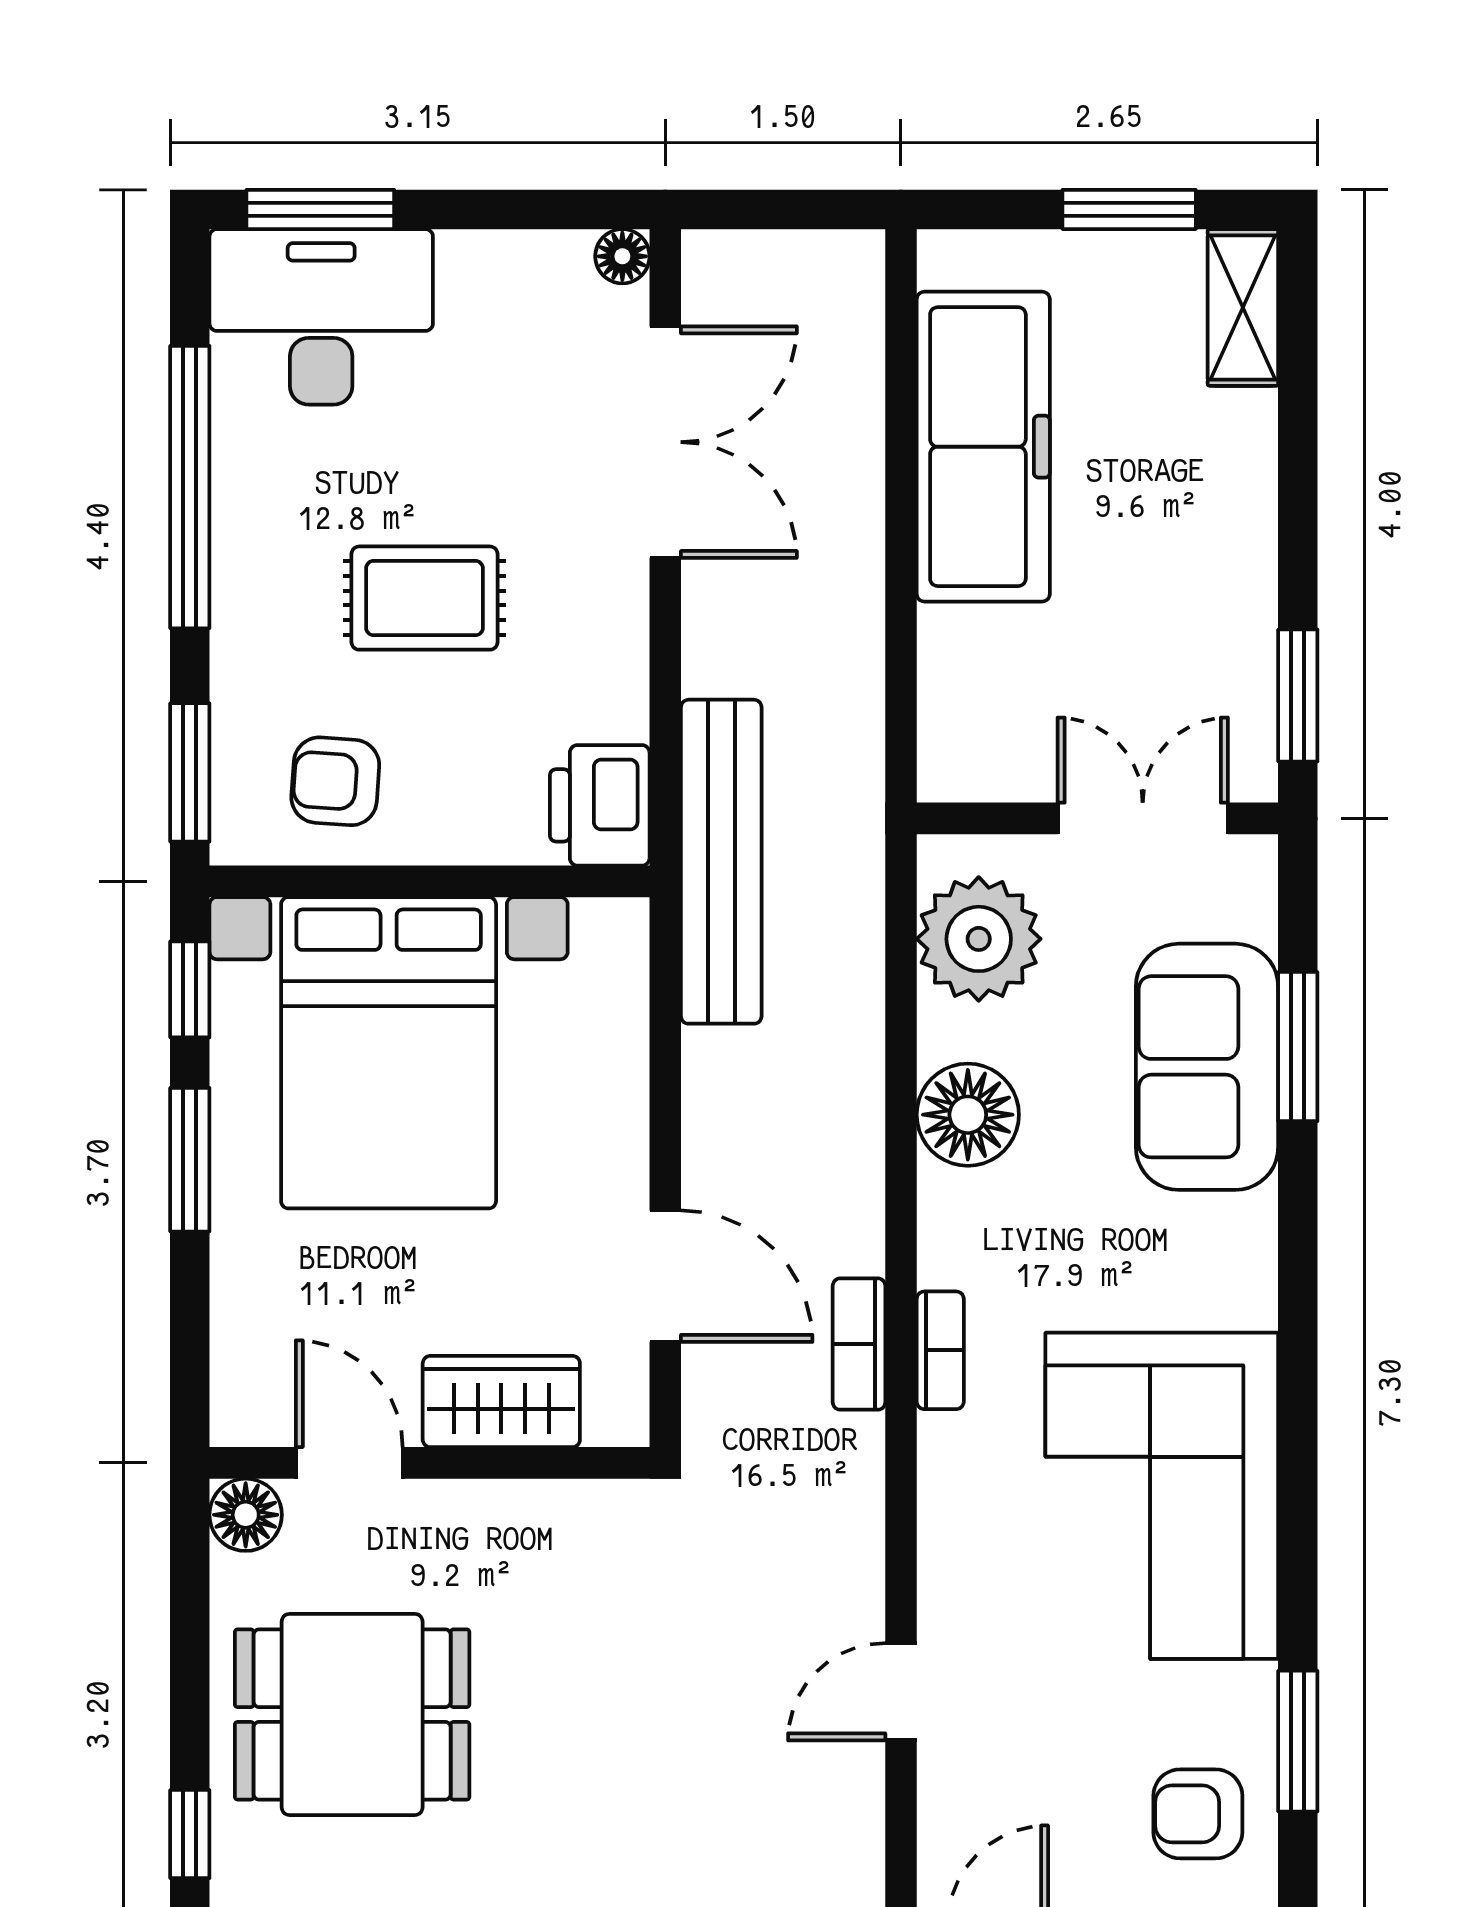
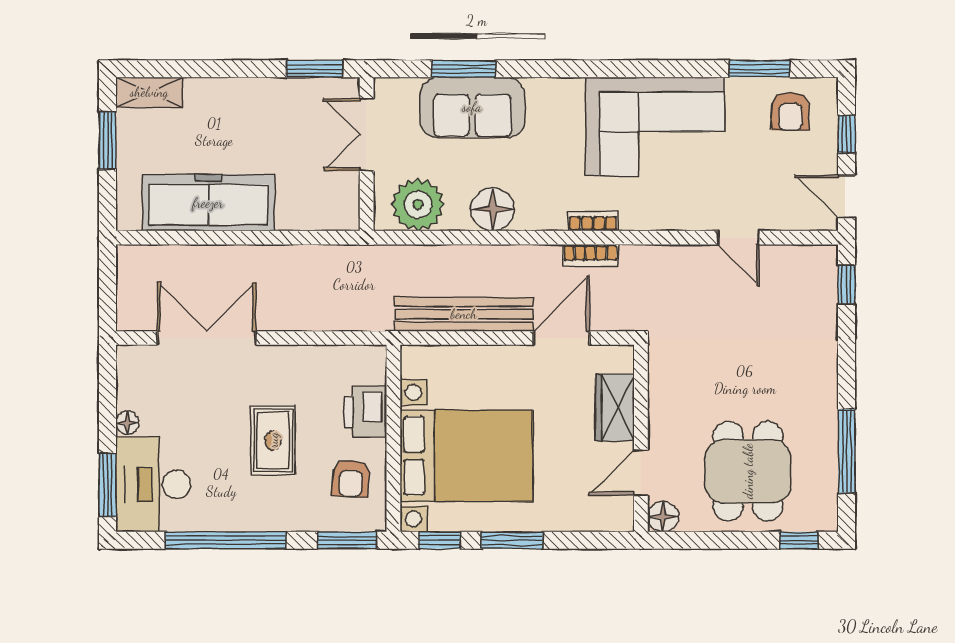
floor lamp: (622, 256) -> (127, 423), moved
printer: (600, 805) -> (366, 412), moved, turned 90
bench: (721, 862) -> (464, 314), moved

